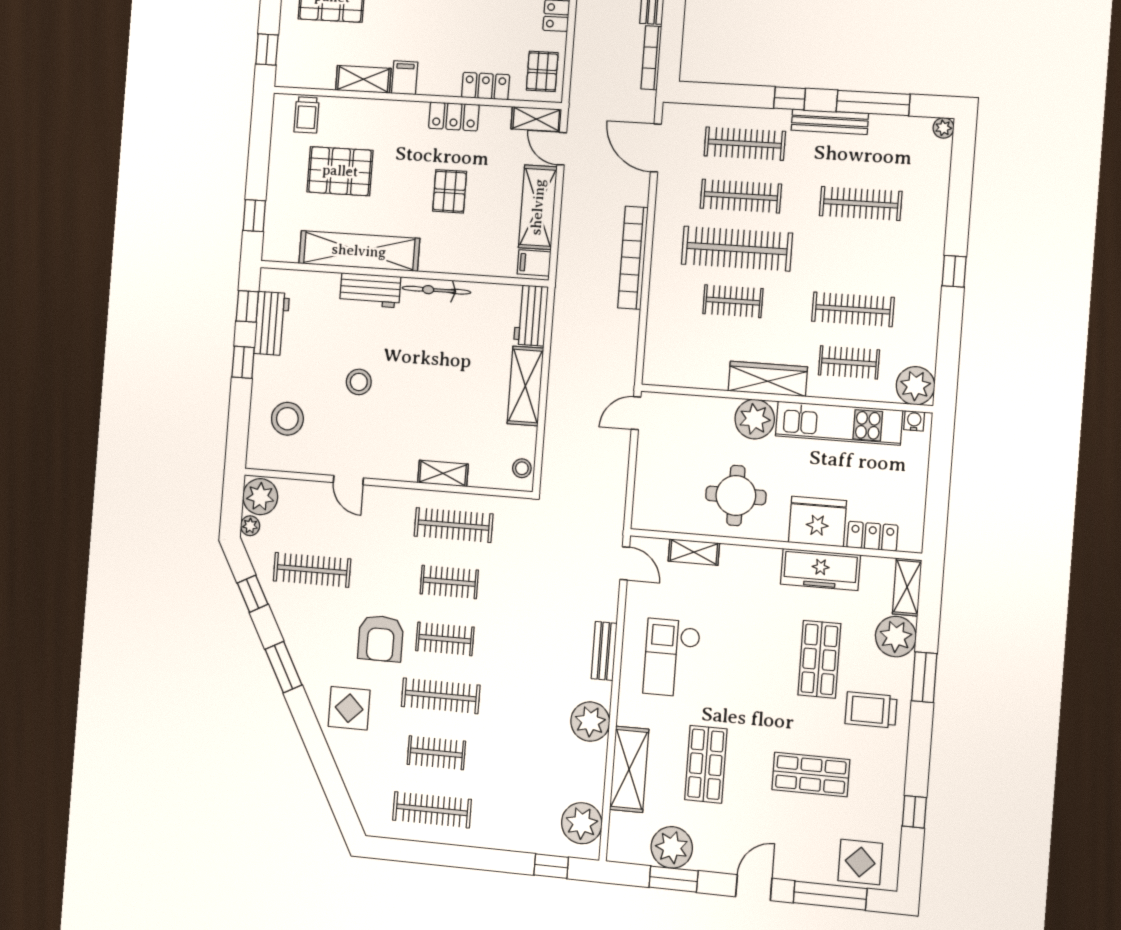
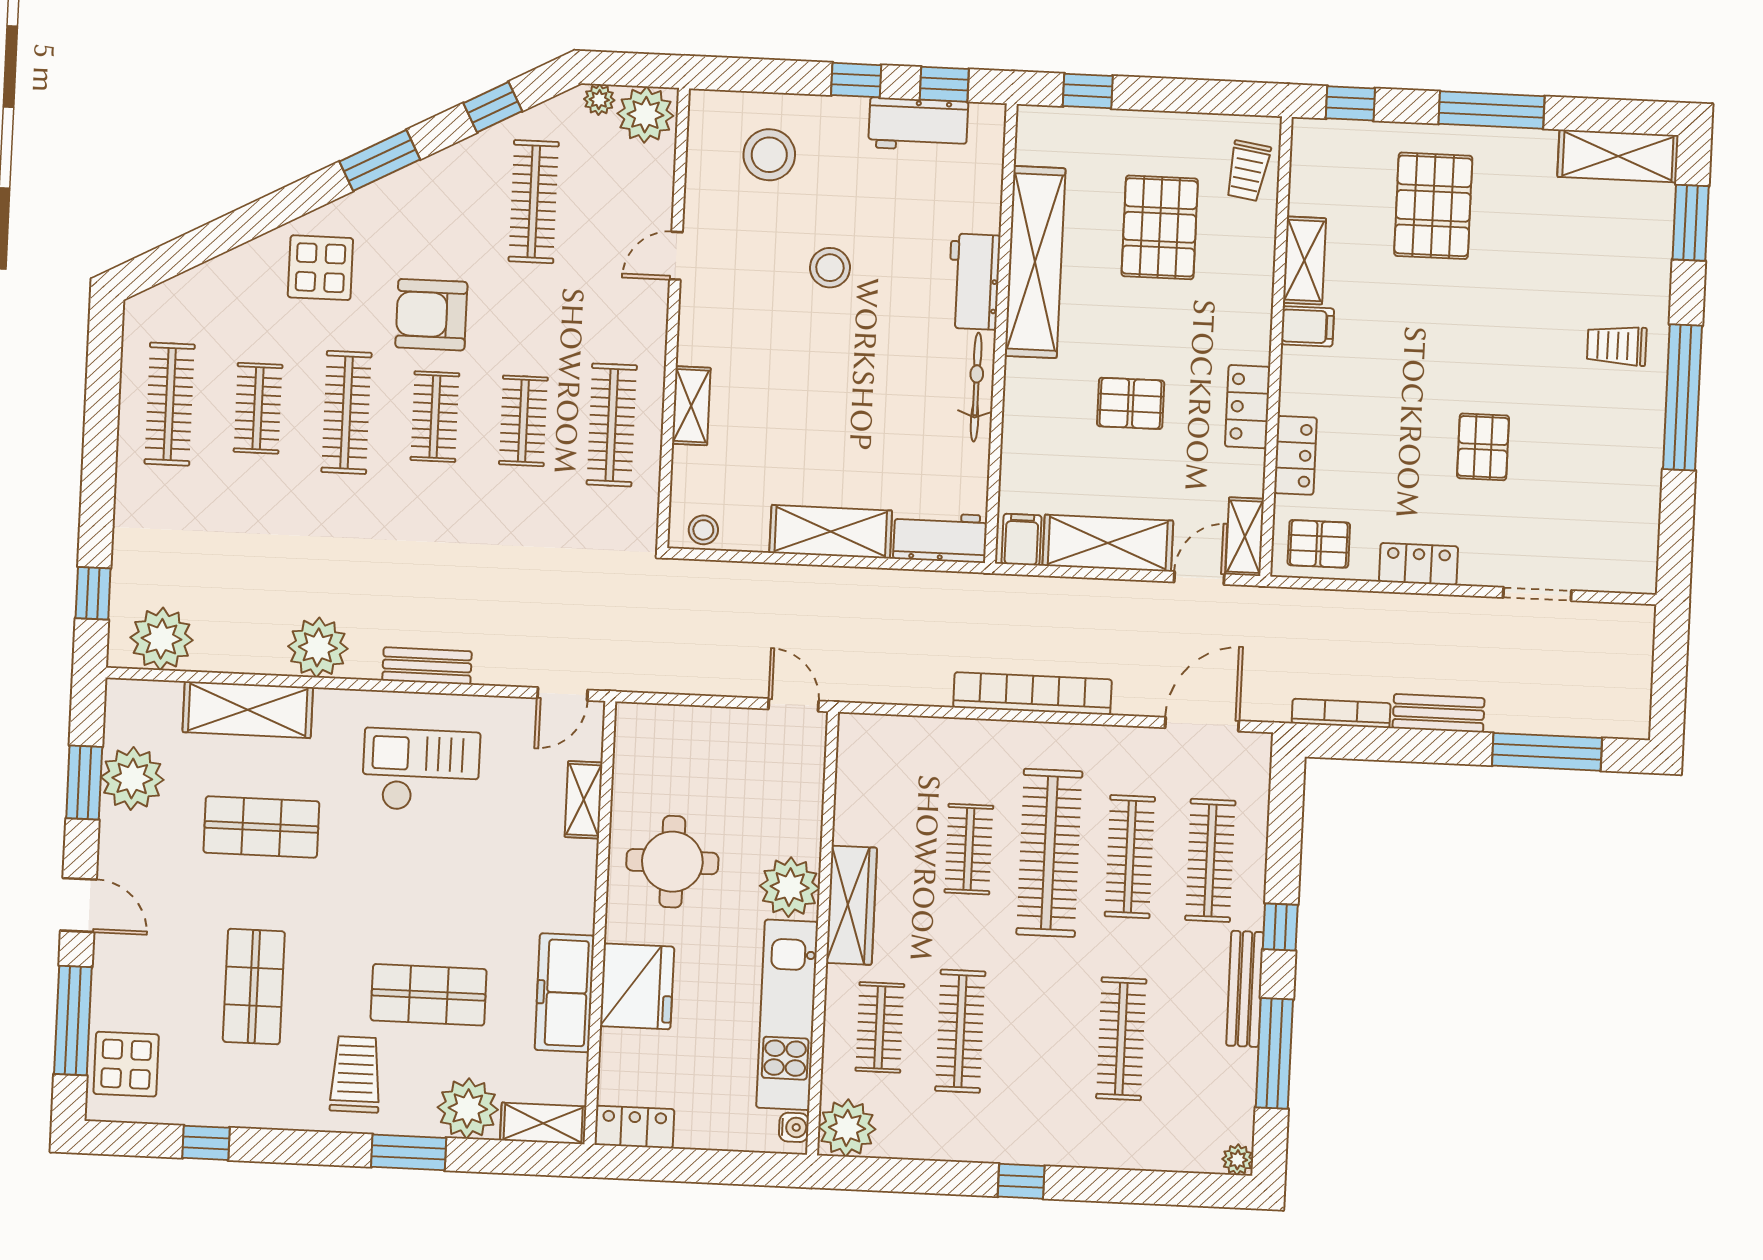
trolley: (307, 115) -> (1248, 171), turned -81
locker: (872, 536) -> (634, 1127), moved, turned -90

